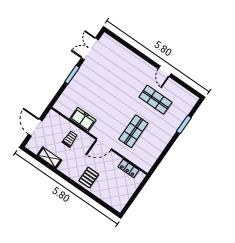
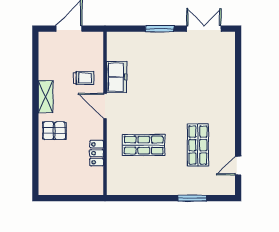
door: (165, 71) -> (238, 166), moved
door: (104, 144) -> (105, 106), moved
shelving: (49, 158) -> (46, 97), moved
locker: (129, 168) -> (97, 153), moved

